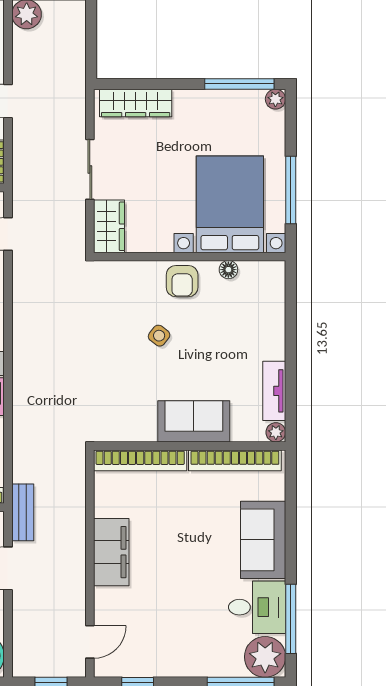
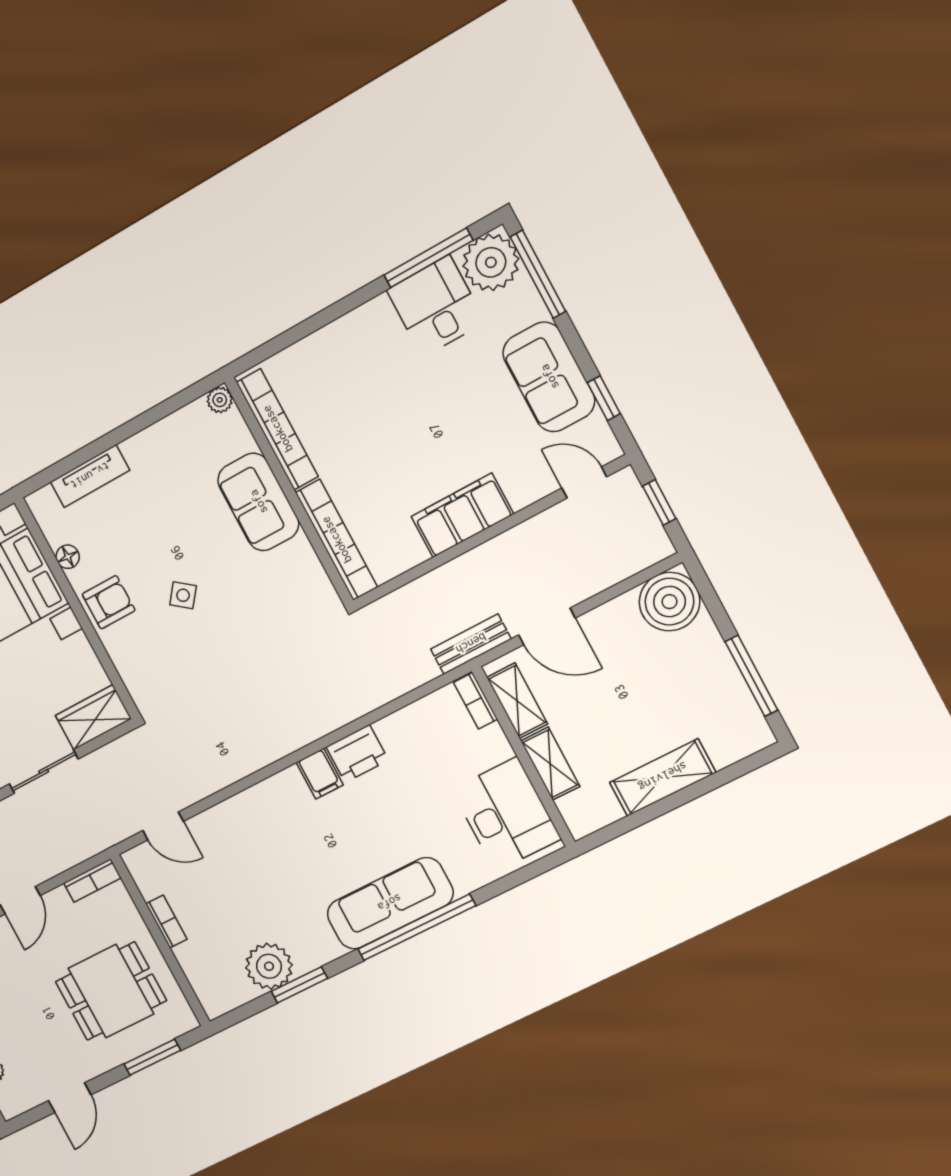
tv unit: (274, 391) -> (90, 476), moved
sofa: (263, 540) -> (549, 377), moved, turned 90

